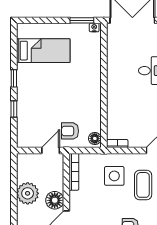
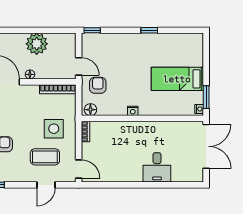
bed: (43, 51) -> (177, 79), moved, turned 90
nightstand: (96, 95) -> (133, 111), added
window: (14, 109) -> (92, 30), moved
floor lamp: (55, 200) -> (30, 74), width x0.53, depth x0.53

